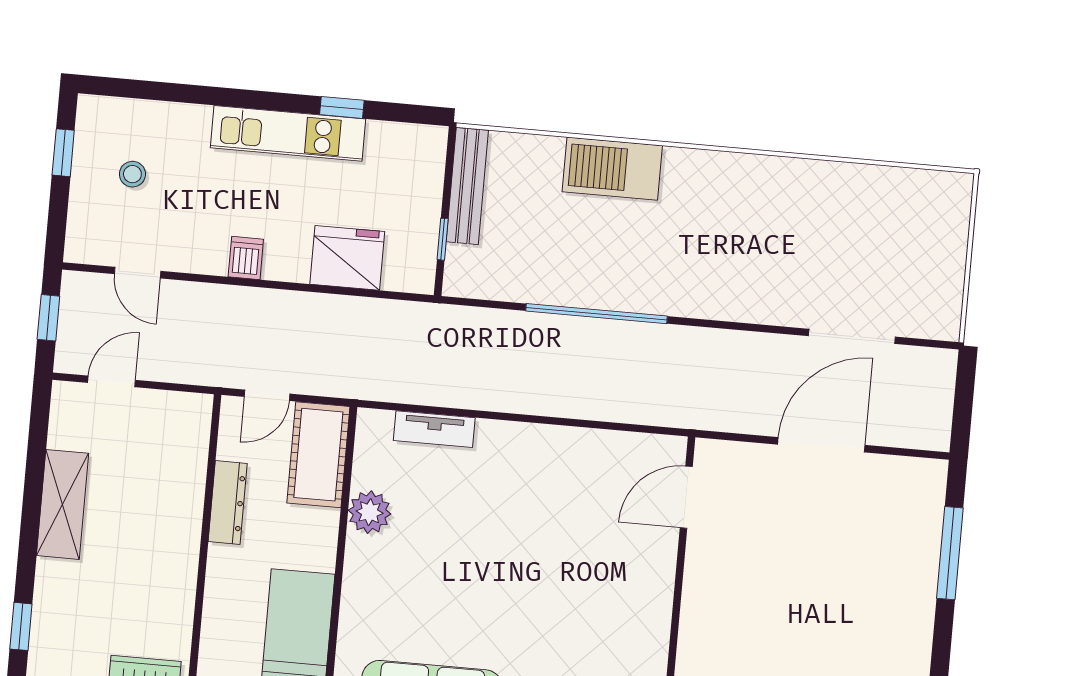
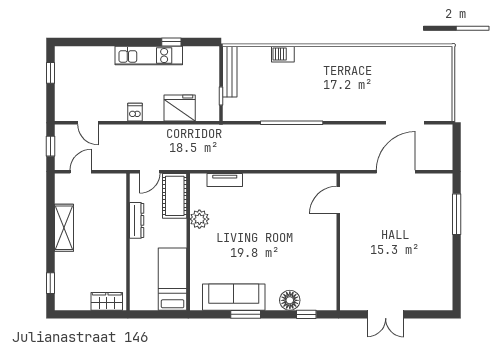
barbecue: (612, 169) -> (283, 54), width x0.53, depth x0.65
stool: (132, 174) -> (82, 80), removed

